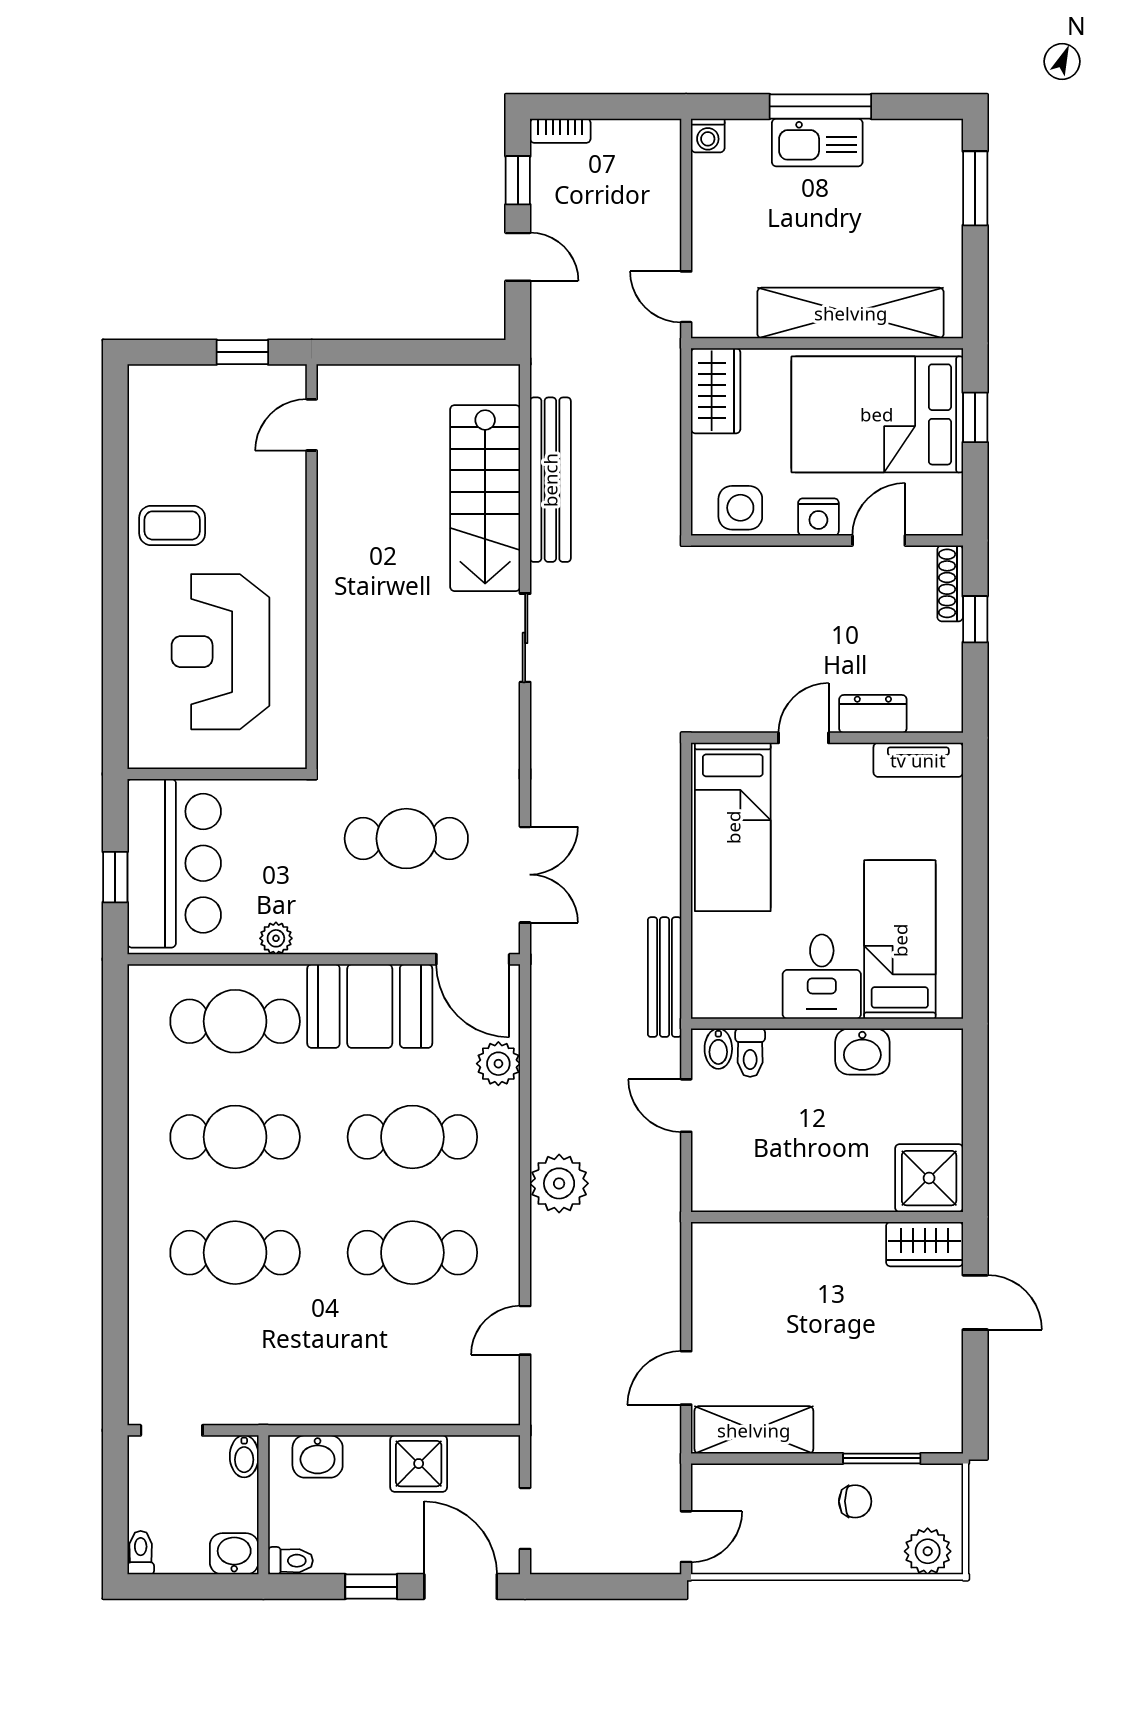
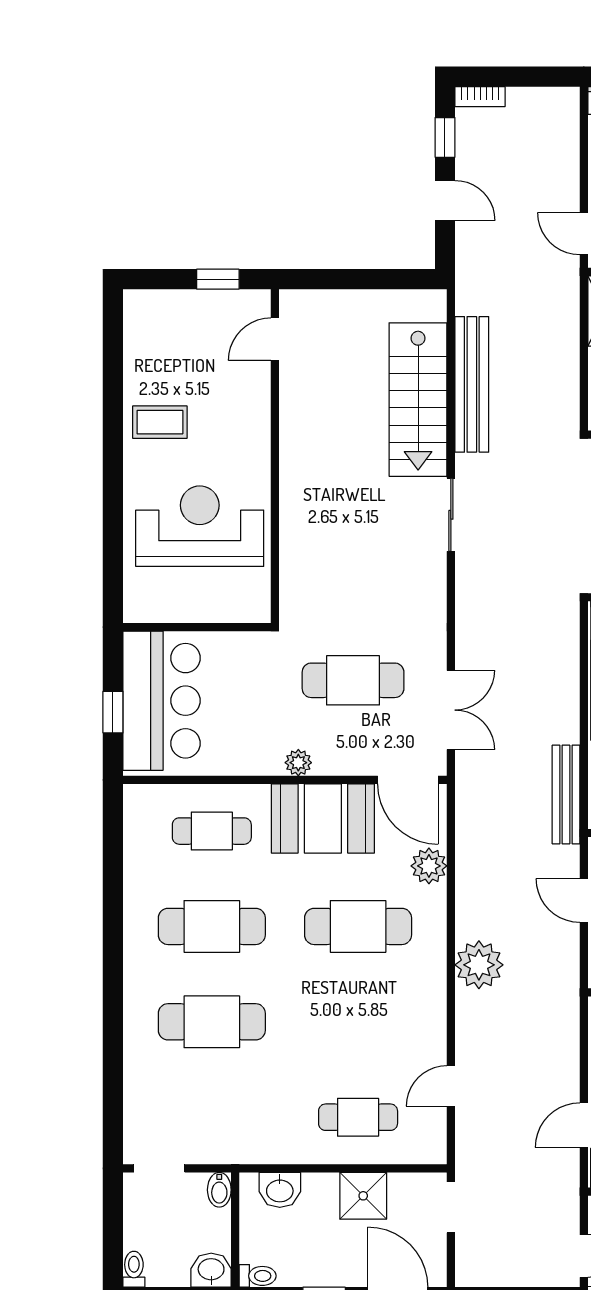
reception desk: (220, 652) -> (200, 526), turned 90
plant: (276, 938) -> (298, 763), moved
cafe table: (235, 1021) -> (212, 831), width x0.73, depth x0.74
cafe table: (412, 1253) -> (358, 1117), moved, width x0.73, depth x0.74
doorway: (525, 1518) -> (451, 1207), moved

